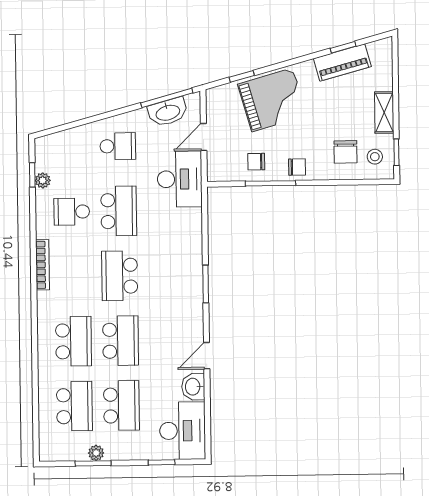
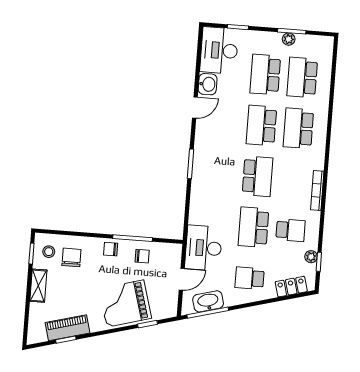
locker: (64, 140) -> (291, 287), added

